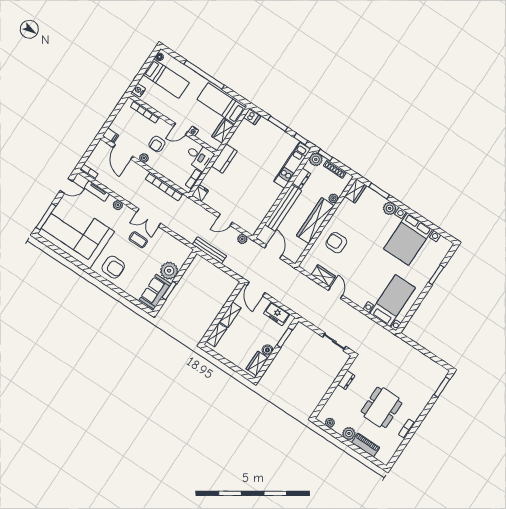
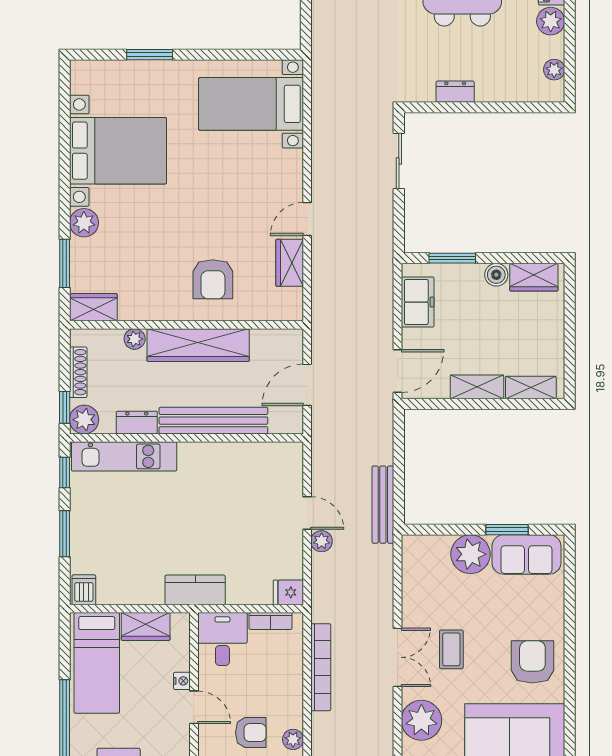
plant: (118, 205) -> (421, 720), width x1.88, depth x1.88
plant: (242, 239) -> (322, 541), moved

